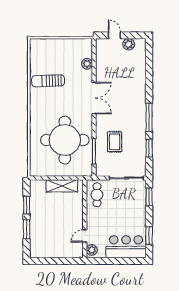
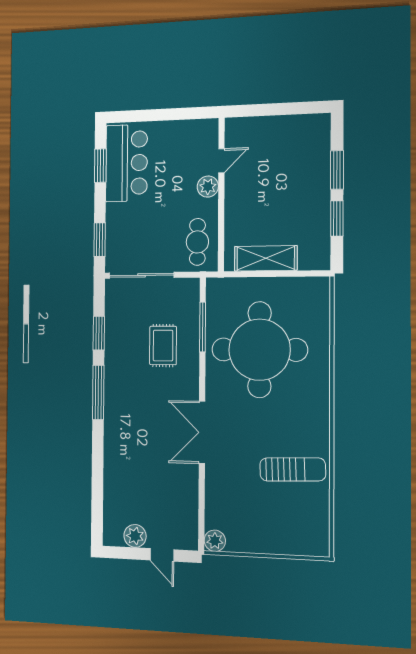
plant: (87, 64) -> (215, 541), moved
bar counter: (126, 247) -> (126, 163), moved, turned -90
plant: (92, 250) -> (208, 187), moved

